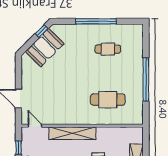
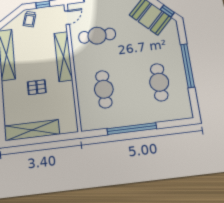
cafe table: (108, 49) -> (159, 82), width x1.37, depth x1.35
cafe table: (57, 100) -> (97, 36), added

